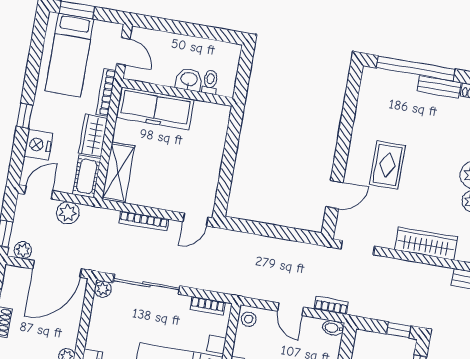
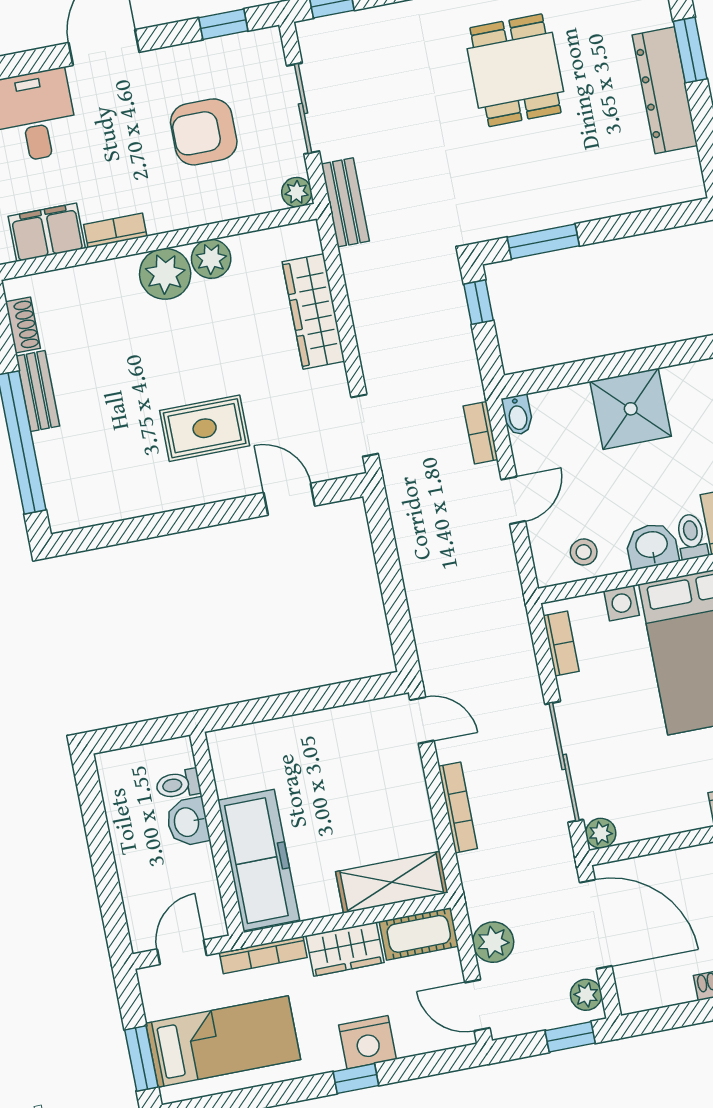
nightstand: (38, 145) -> (368, 1042), moved
stool: (249, 319) -> (584, 552), moved

